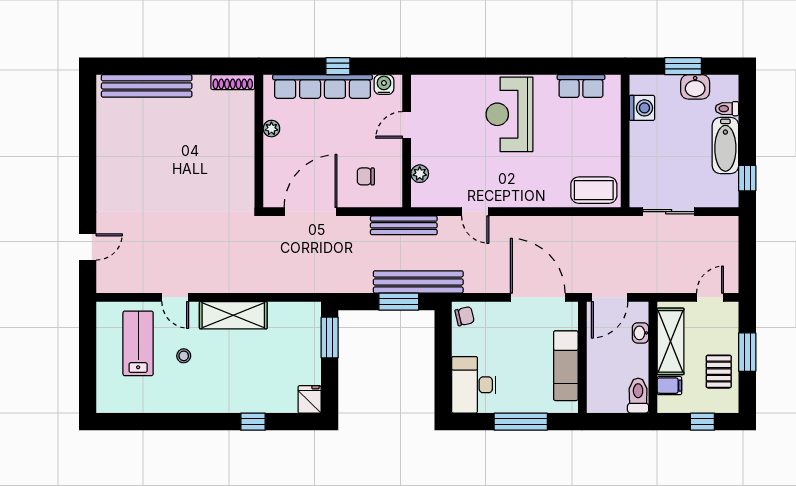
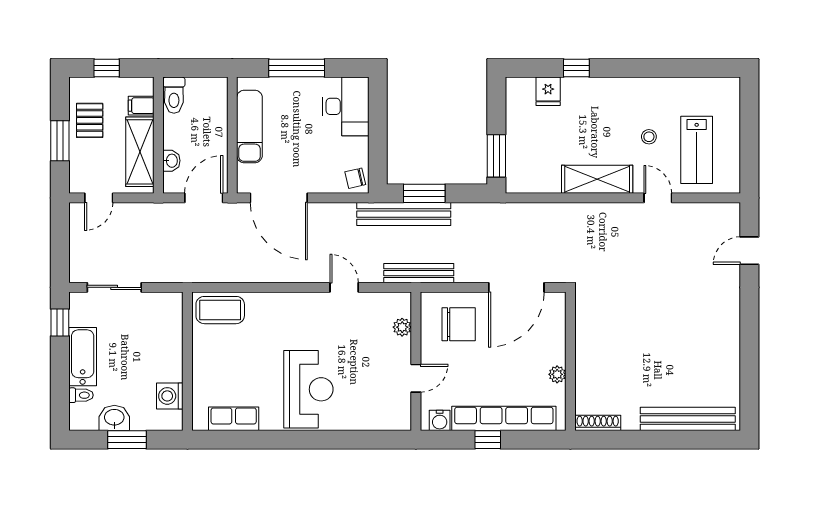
chair: (366, 176) -> (459, 324), width x1.87, depth x1.87
sliding door: (669, 212) -> (114, 287), moved
fridge: (310, 399) -> (548, 91), moved

